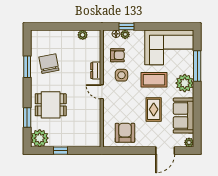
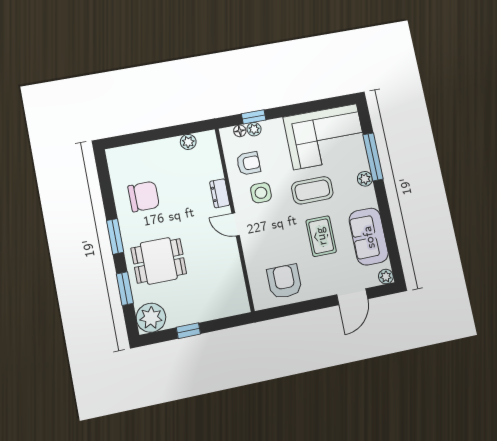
chair: (49, 64) -> (144, 197), turned 101
window: (27, 67) -> (115, 236), moved
plant: (185, 83) -> (365, 179), width x0.53, depth x0.53

